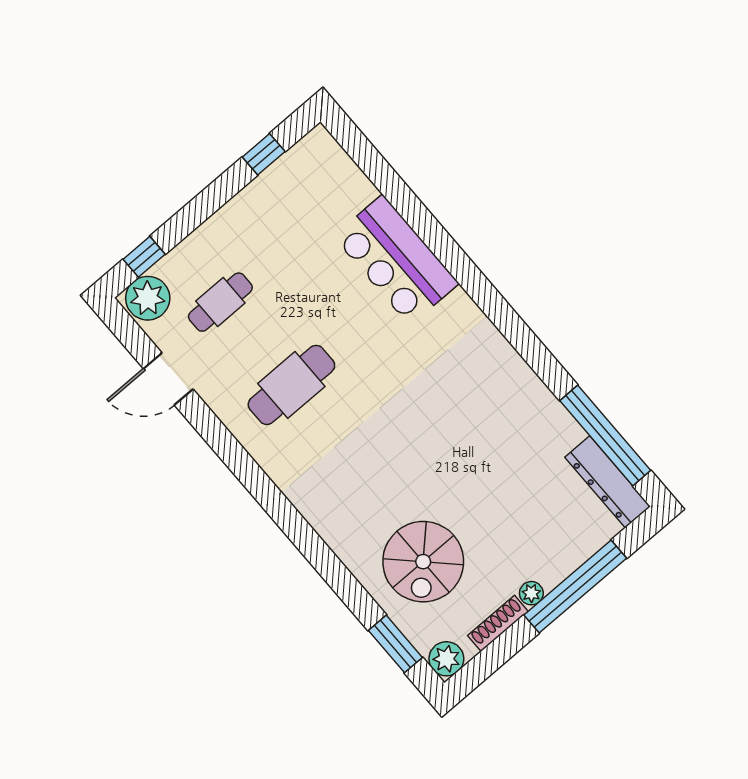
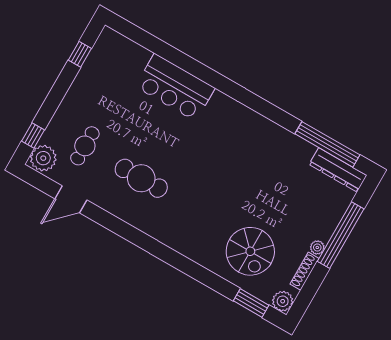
cafe table: (291, 385) -> (141, 178), turned 90

